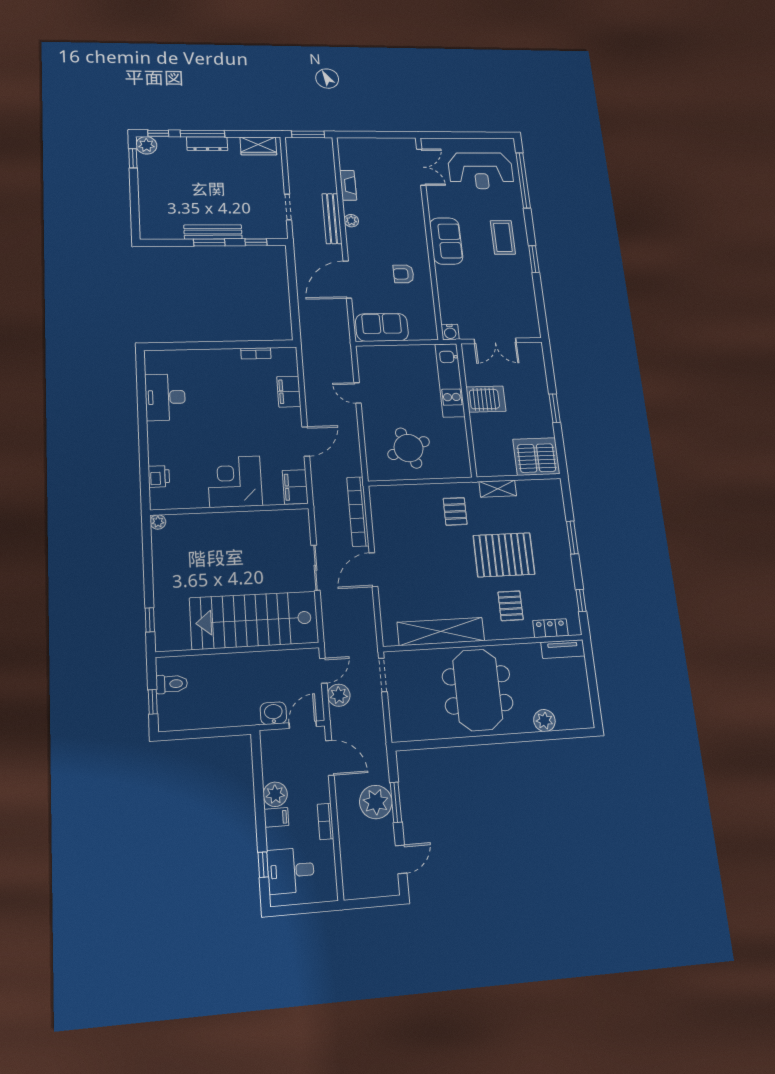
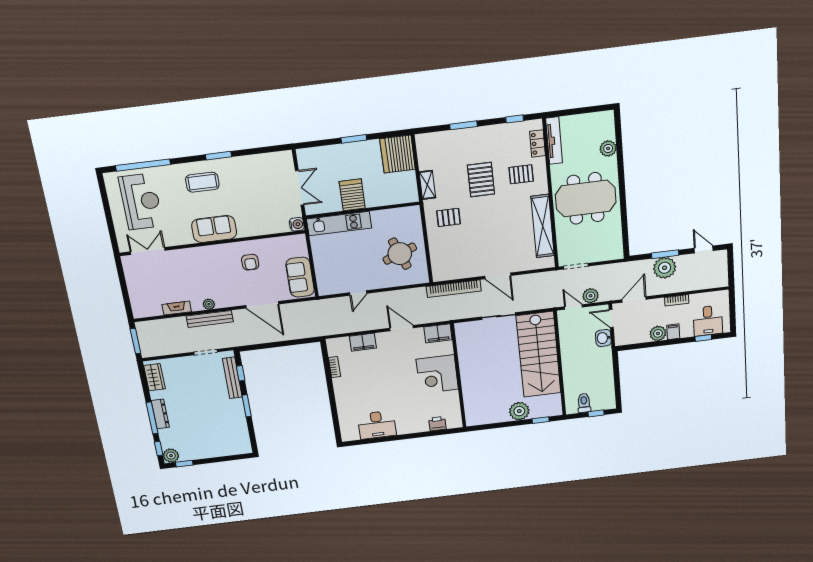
bench: (213, 232) -> (232, 378), moved
plant: (158, 522) -> (519, 411), moved, width x1.88, depth x1.88
pallet: (504, 555) -> (481, 180), width x0.73, depth x0.71
tv unit: (563, 649) -> (554, 141), width x1.41

